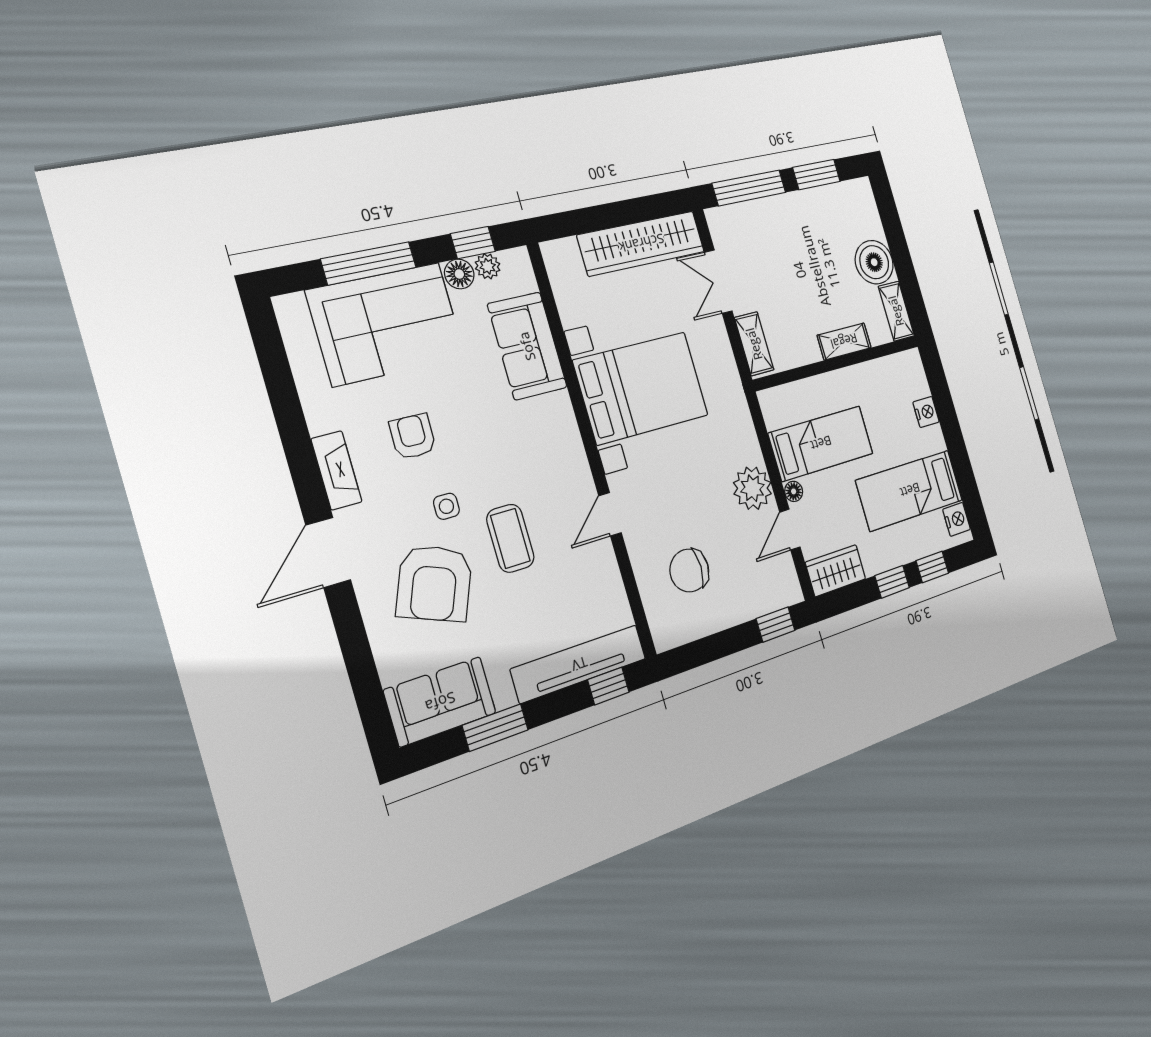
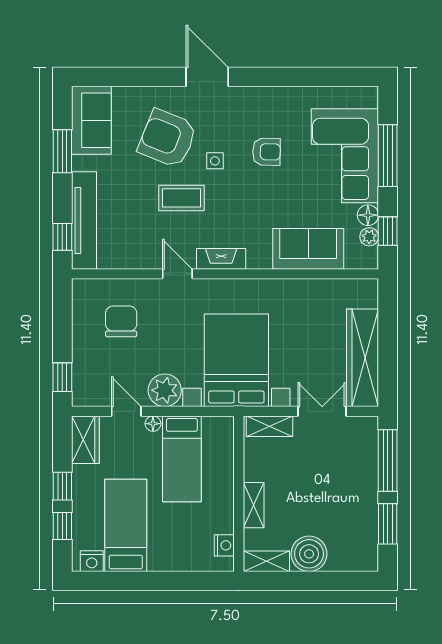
bed with nightstands: (641, 388) -> (236, 360), moved, turned 180
nightstand: (926, 412) -> (224, 545), moved, turned -90
fireplace: (336, 470) -> (221, 259), moved, turned 180

